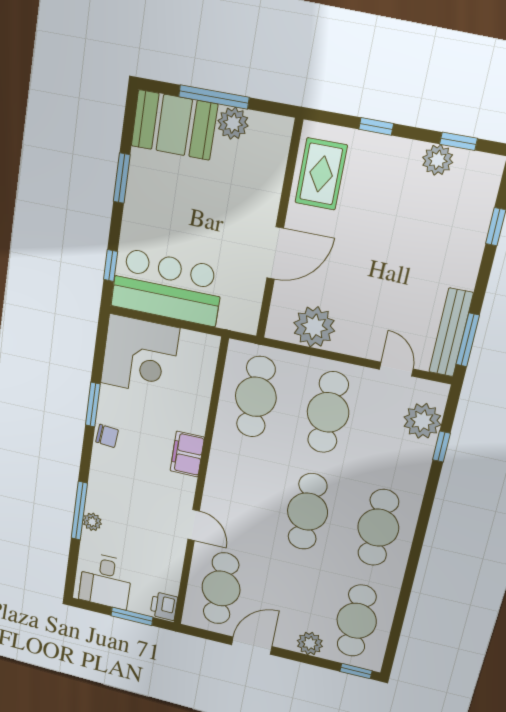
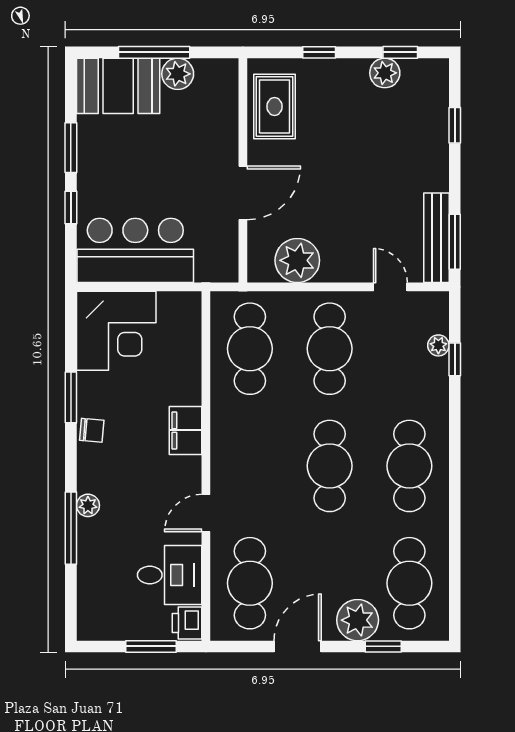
window: (111, 265) -> (71, 208), moved
plant: (422, 421) -> (438, 345), width x0.53, depth x0.53
plant: (92, 522) -> (88, 505), moved
door: (194, 525) -> (206, 513), swing flipped
desk: (106, 581) -> (170, 575), moved, turned -90
plant: (310, 643) -> (358, 620), width x1.36, depth x1.36
window: (356, 671) -> (383, 646), moved

